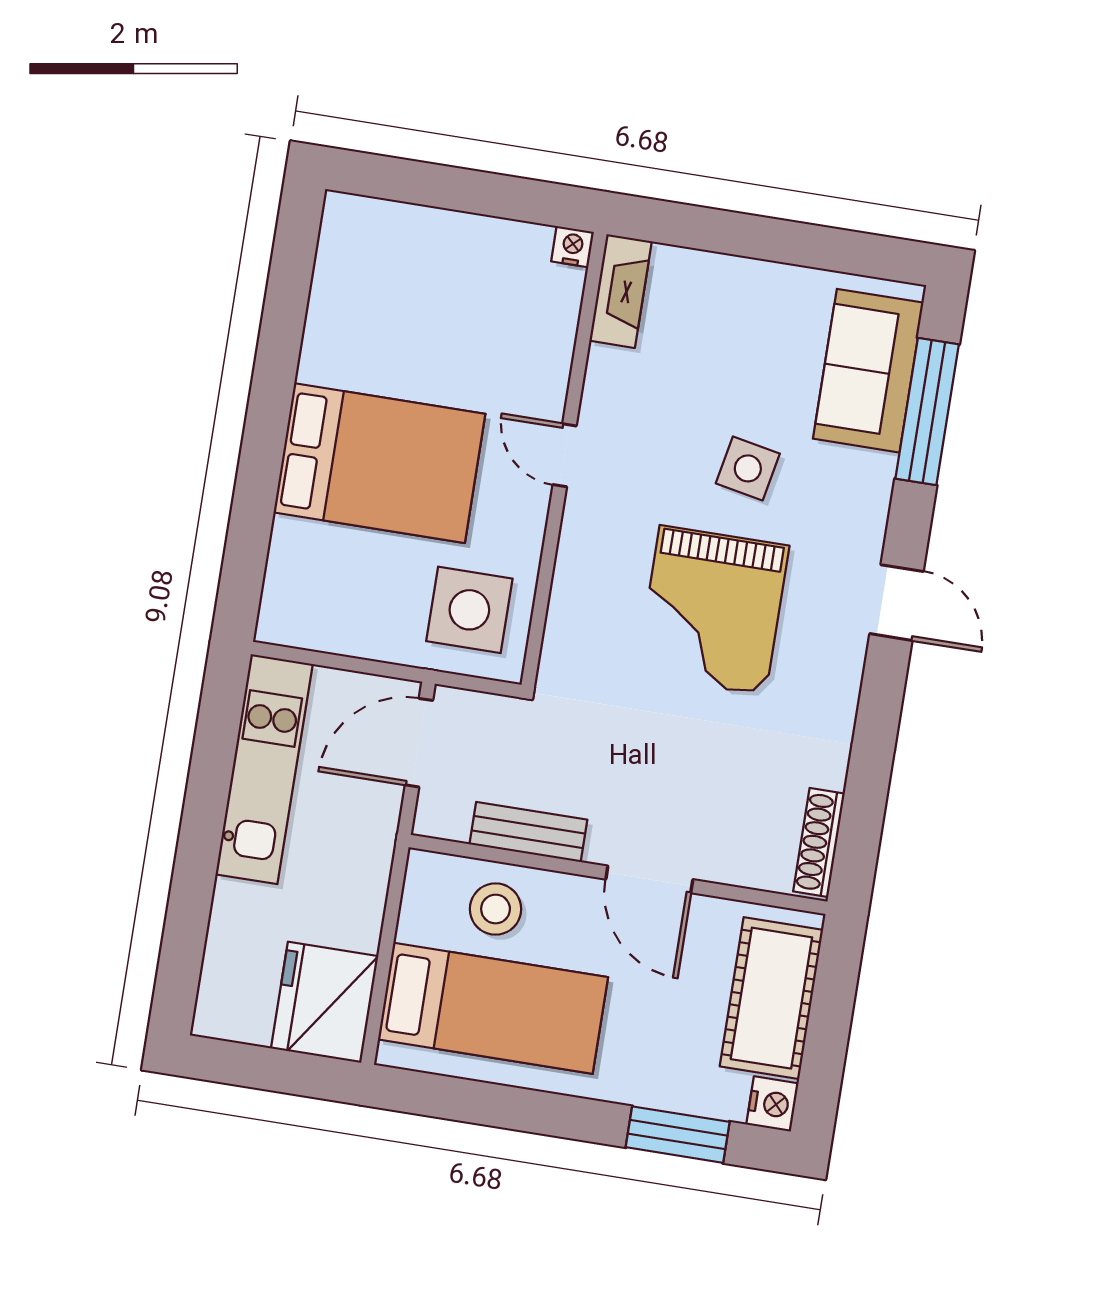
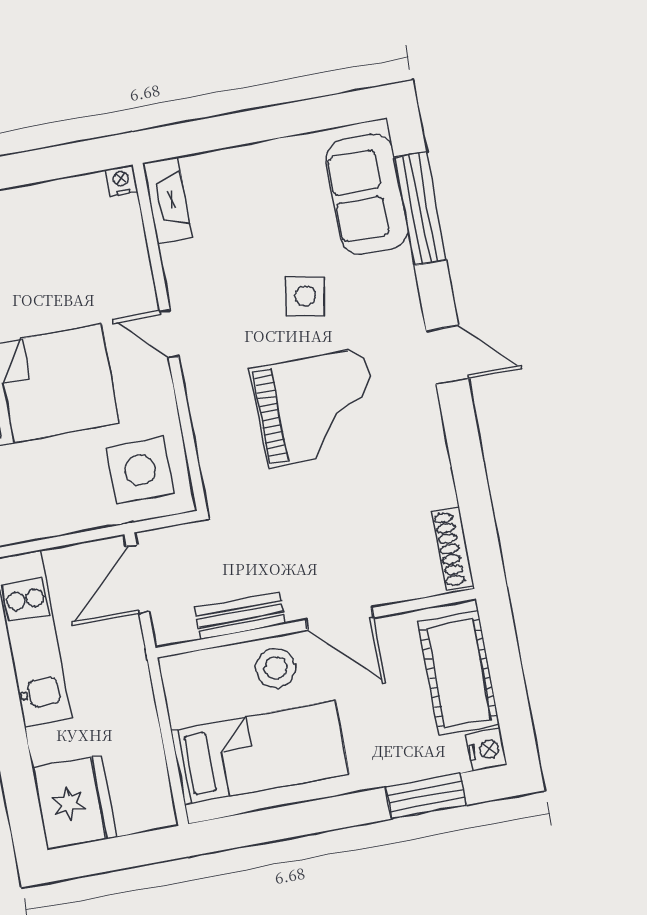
grand piano: (713, 610) -> (316, 408), turned -90
stool: (496, 909) -> (276, 668), moved
fridge: (325, 1002) -> (74, 802), moved, turned 180

